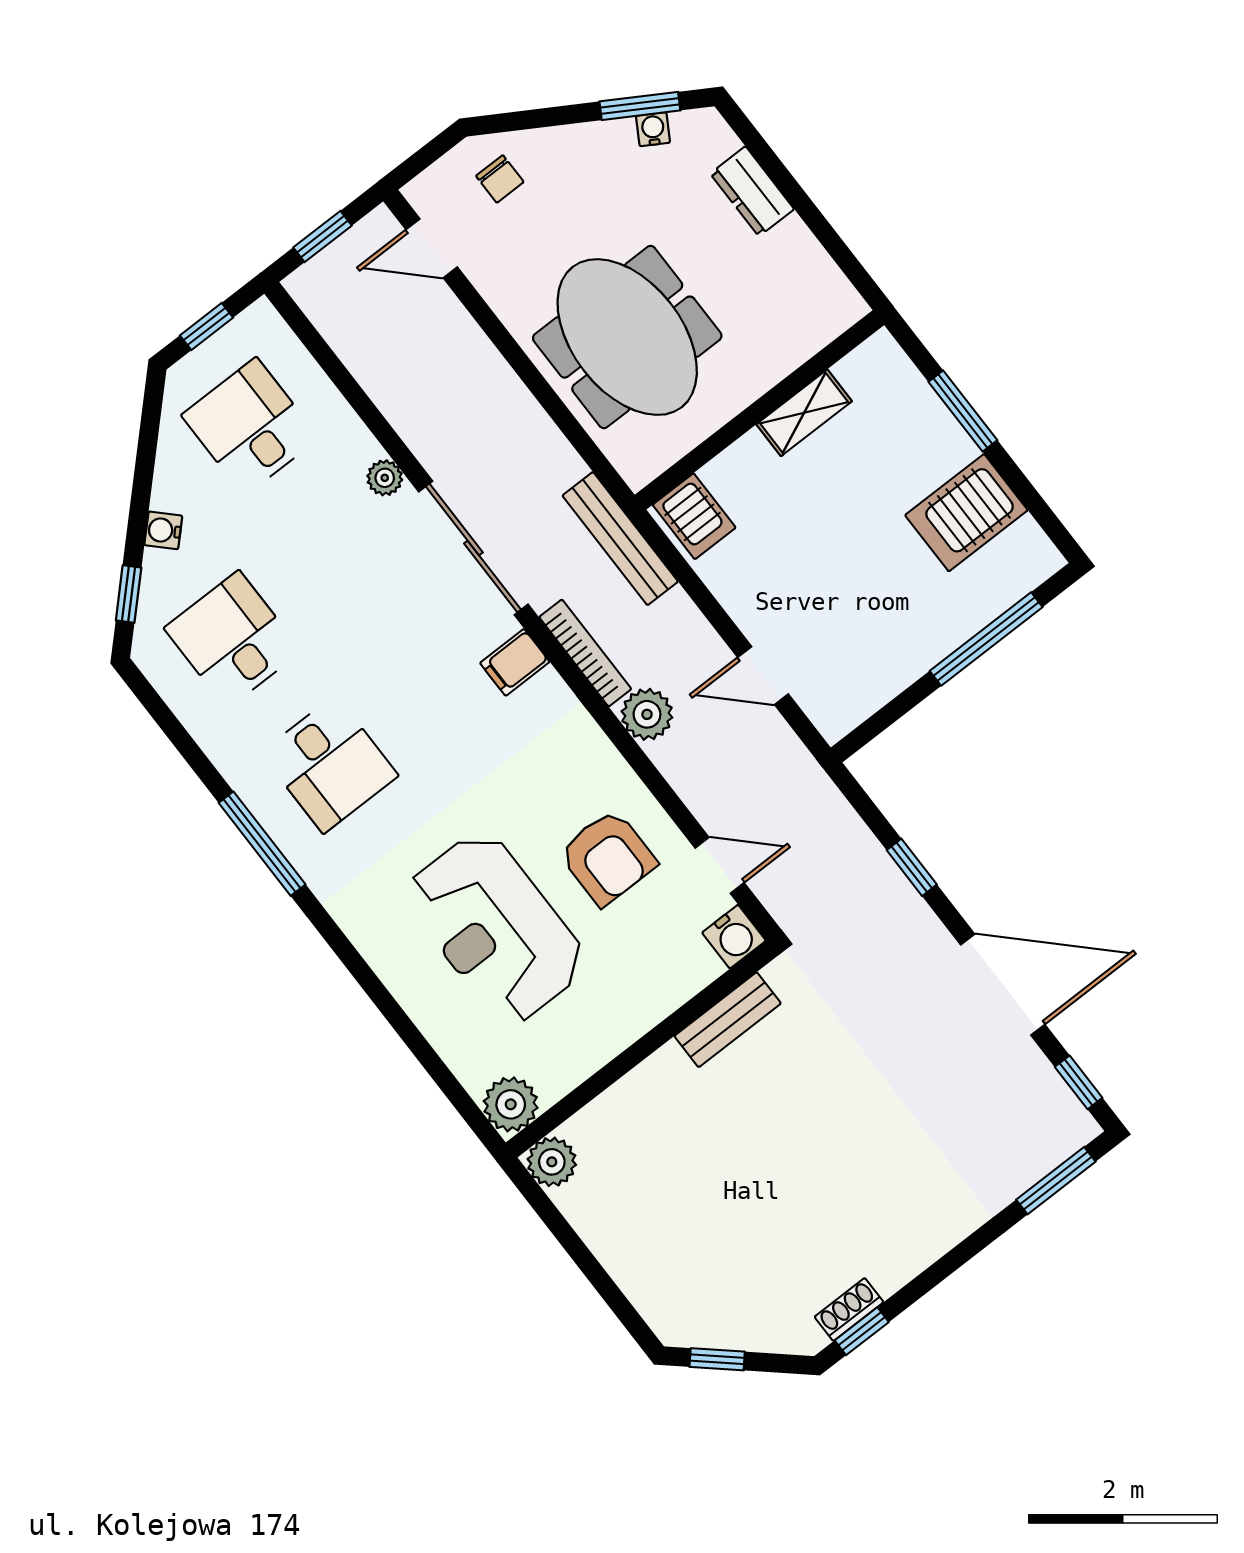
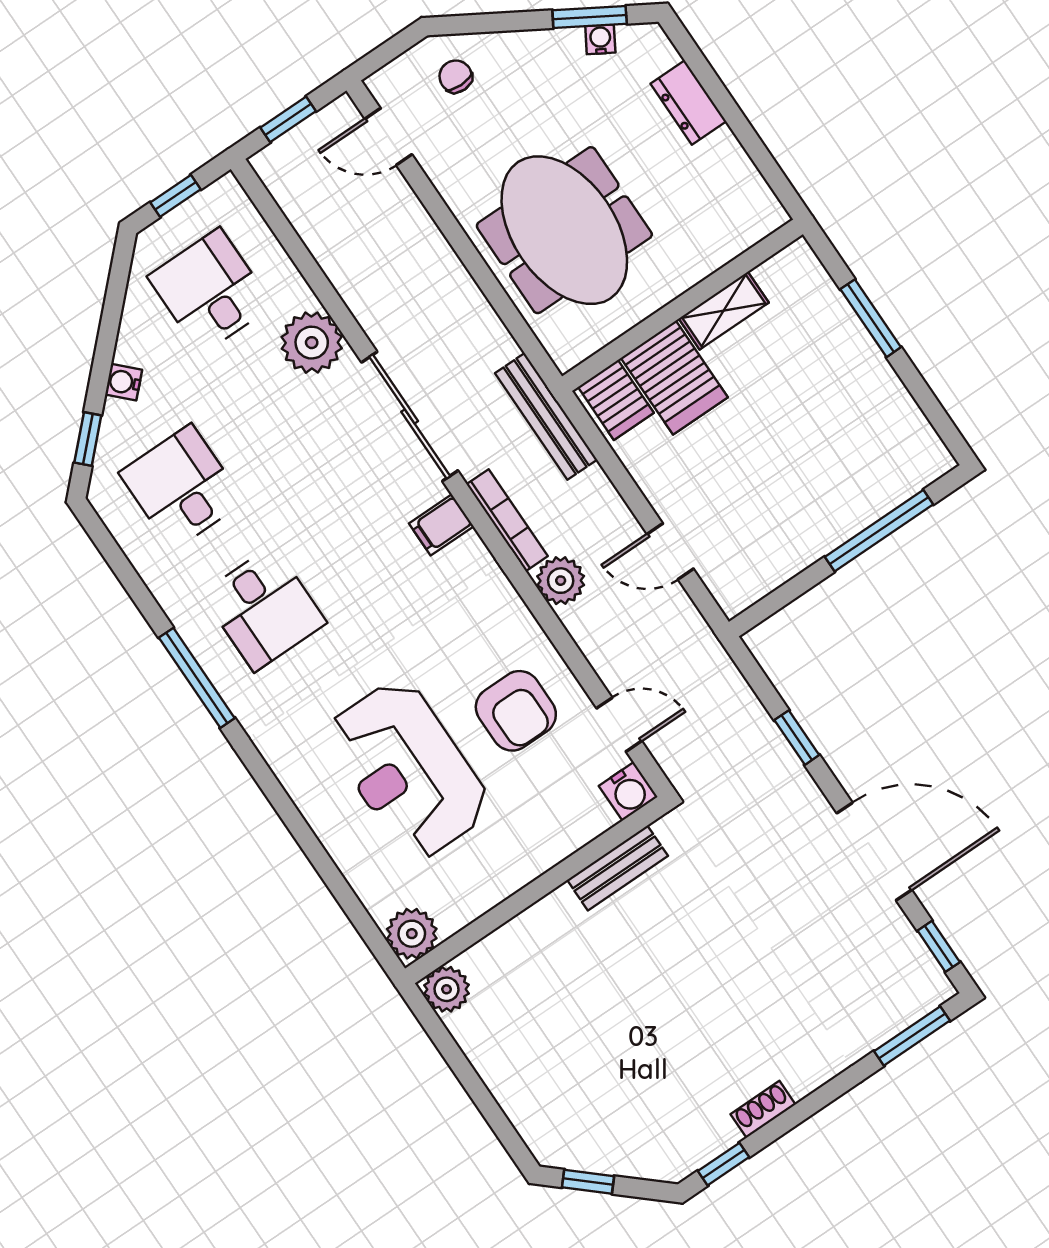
chair: (500, 179) -> (456, 76), turned 180
plant: (385, 478) -> (312, 343), width x1.88, depth x1.88
server rack: (966, 513) -> (674, 378), moved, turned -90
shoe rack: (849, 1309) -> (763, 1109), moved

